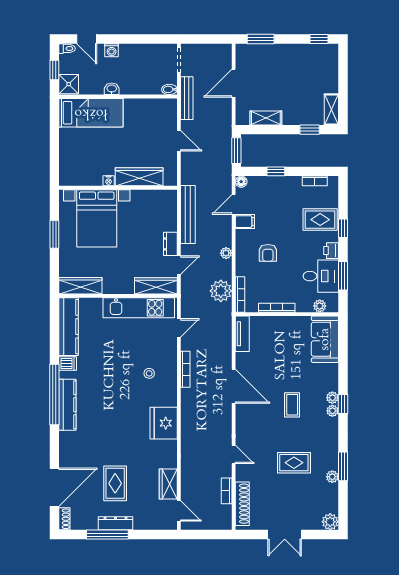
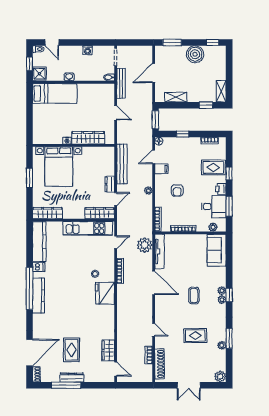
washing machine: (112, 50) -> (88, 50), moved
boiler: (294, 56) -> (195, 54), added
plant: (221, 291) -> (145, 245), moved
tv unit: (242, 334) -> (159, 251), width x1.41
fridge: (164, 423) -> (105, 293), moved

